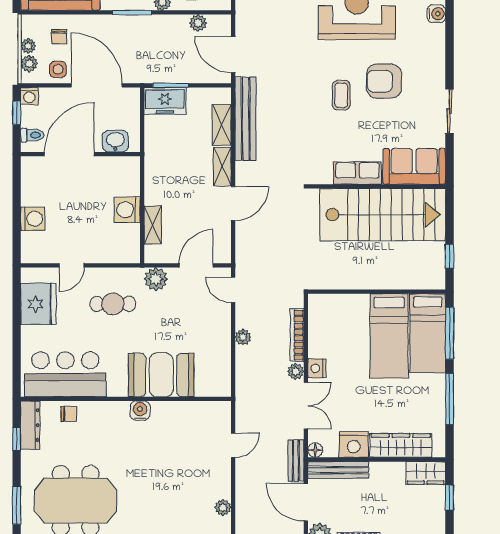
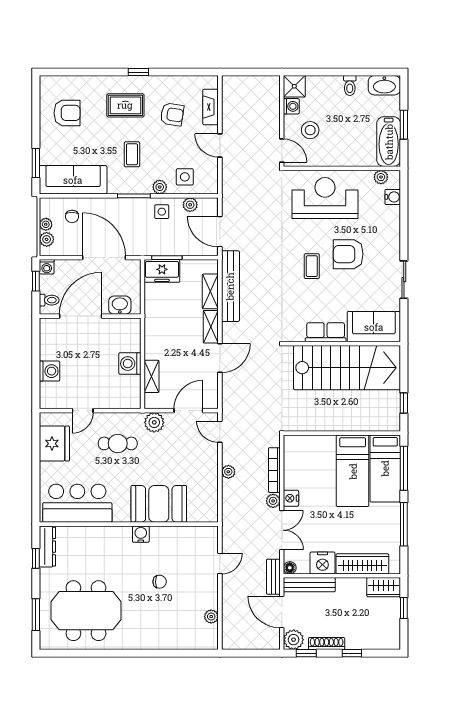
side table: (58, 69) -> (162, 212), moved
chair: (69, 414) -> (160, 582), moved

